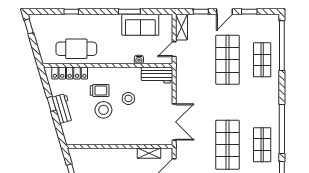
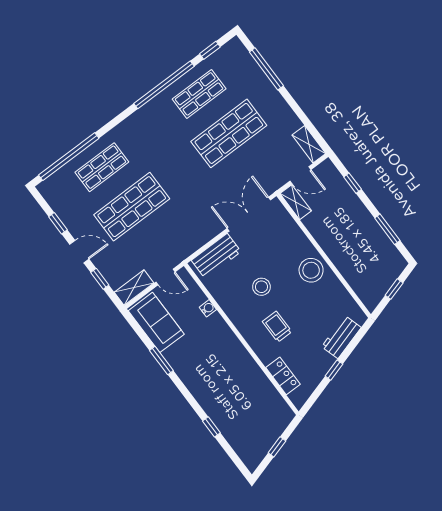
sofa: (140, 25) -> (156, 322), moved
window: (29, 26) -> (277, 447), moved
cafe table: (76, 49) -> (250, 389), removed
locker: (70, 73) -> (283, 376), width x0.66
workbench: (157, 75) -> (216, 256), moved, turned 90
workbench: (63, 108) -> (341, 337), moved
stool: (103, 110) -> (311, 270), moved
shelving: (149, 153) -> (296, 202), moved

